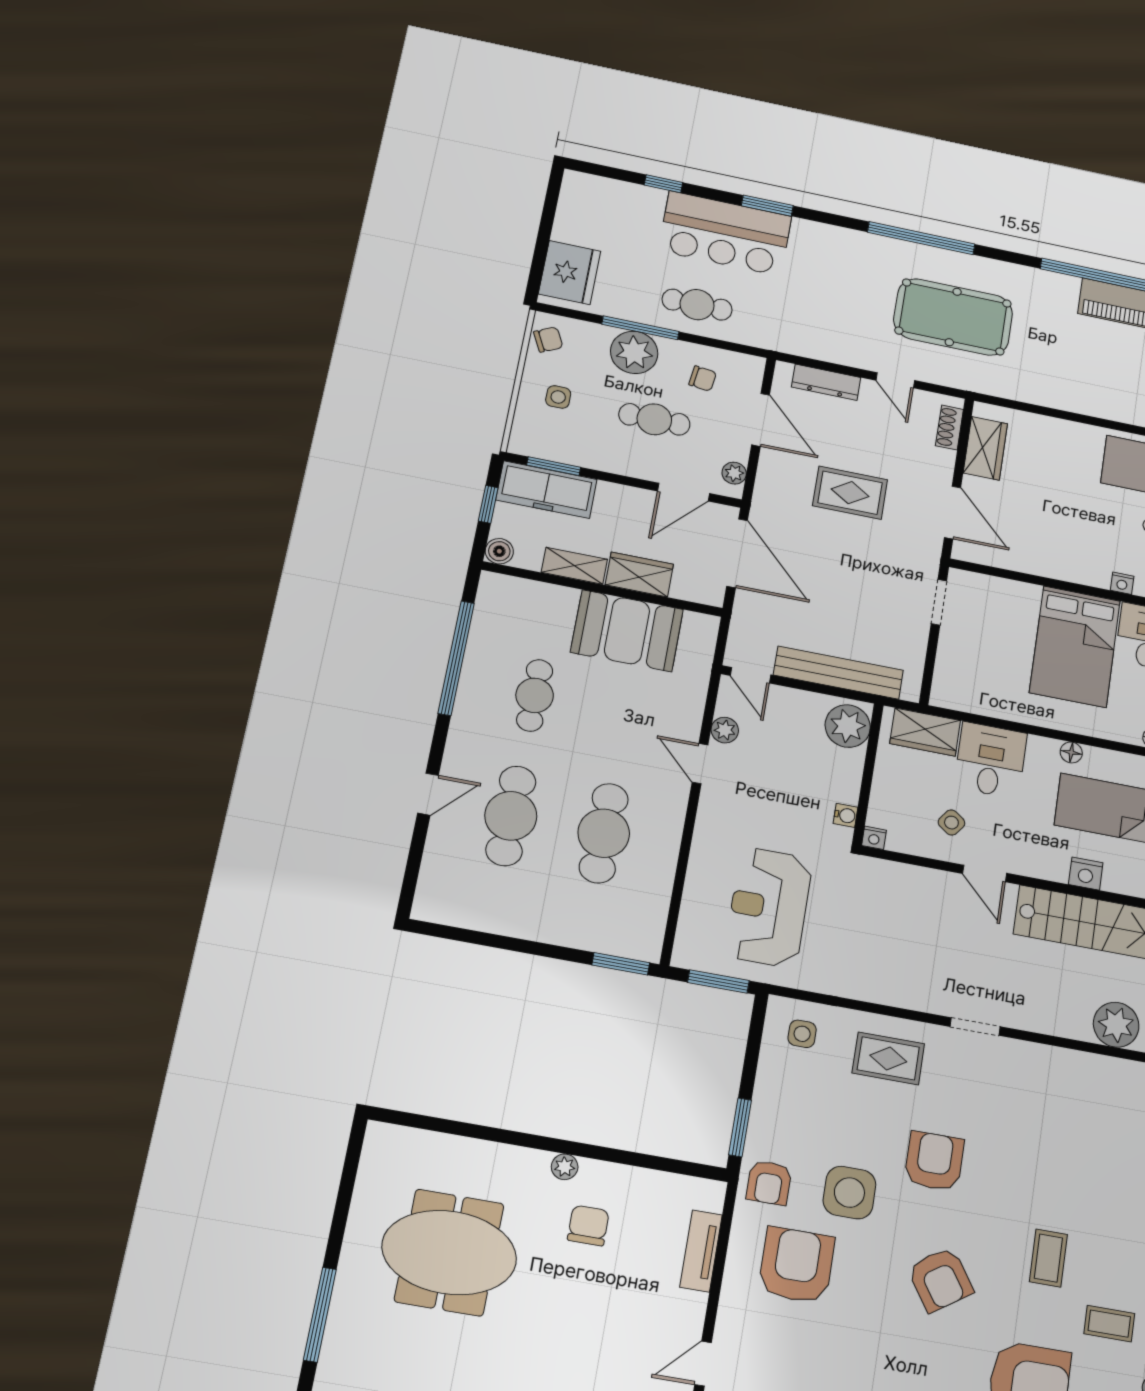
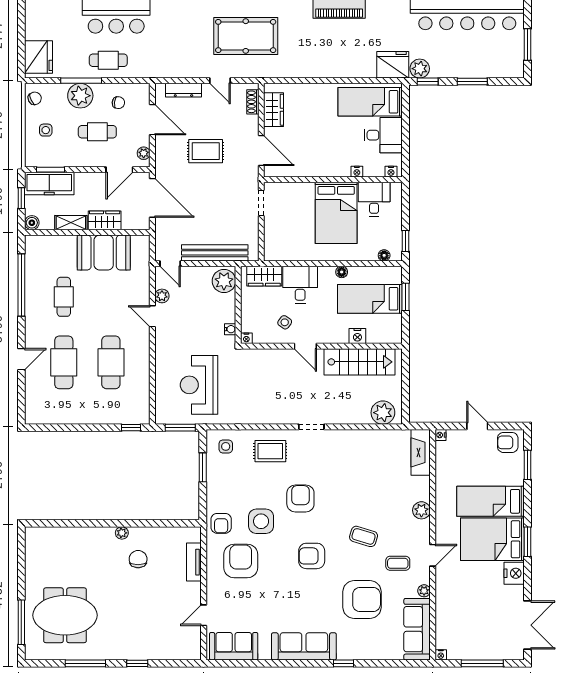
window: (621, 964) -> (131, 428), width x0.67
window: (740, 1127) -> (203, 467), moved
meeting table: (449, 1252) -> (65, 615), moved
coffee table: (1048, 1258) -> (364, 536), turned -73
armchair: (940, 1279) -> (312, 556), turned 124

